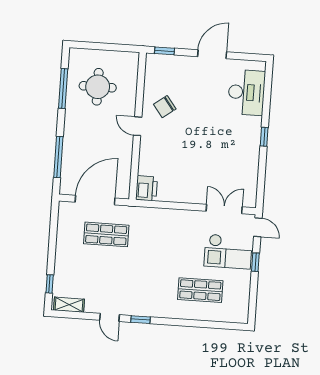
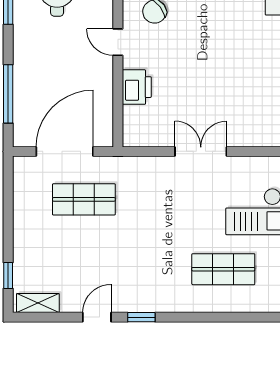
printer: (147, 188) -> (137, 87), moved
double door: (224, 209) -> (201, 151), moved
door: (110, 317) -> (97, 317), swing flipped

